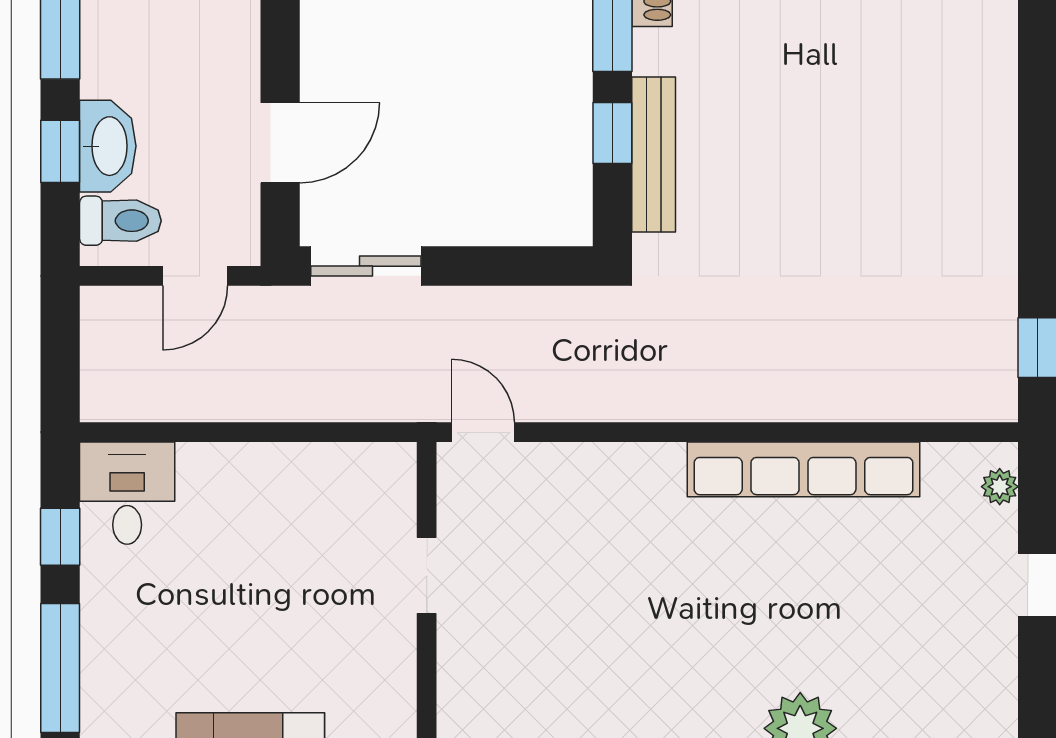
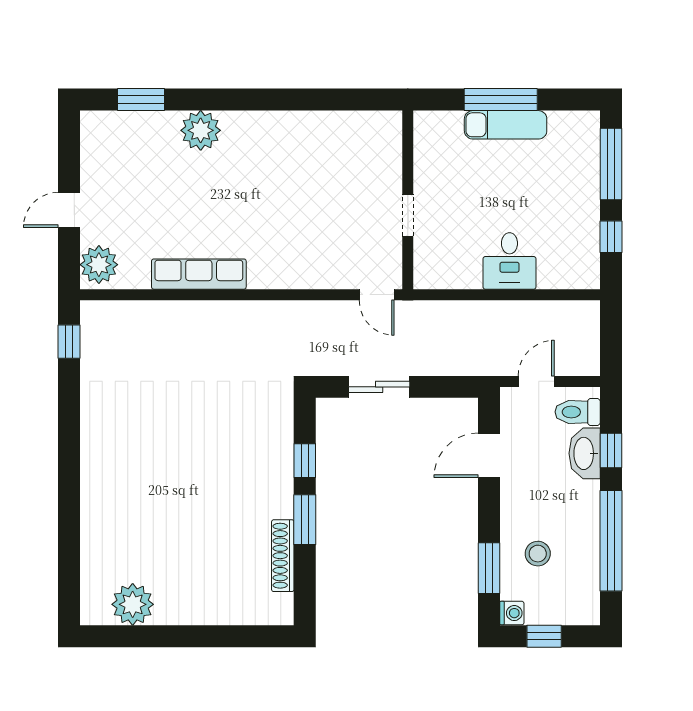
bench: (654, 154) -> (282, 449), removed
sliding door: (366, 266) -> (379, 387), moved
row of seats: (803, 469) -> (199, 274), width x0.73
plant: (1000, 487) -> (99, 265), width x1.88, depth x1.88
desk: (127, 493) -> (509, 261), moved

